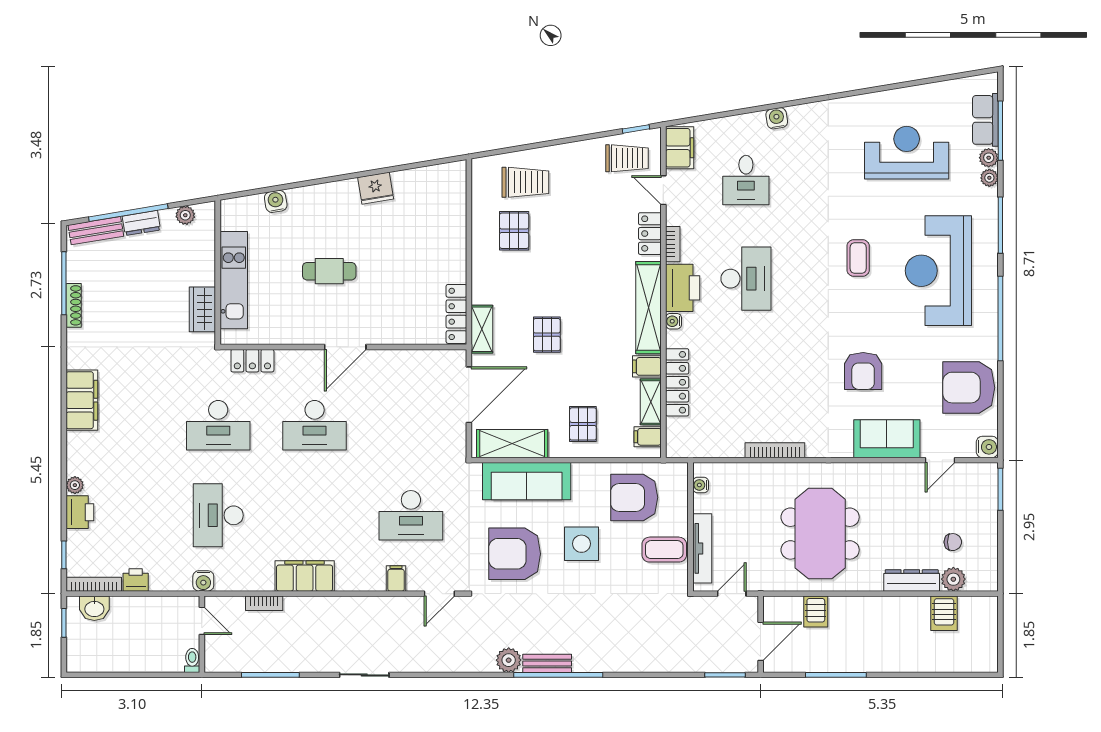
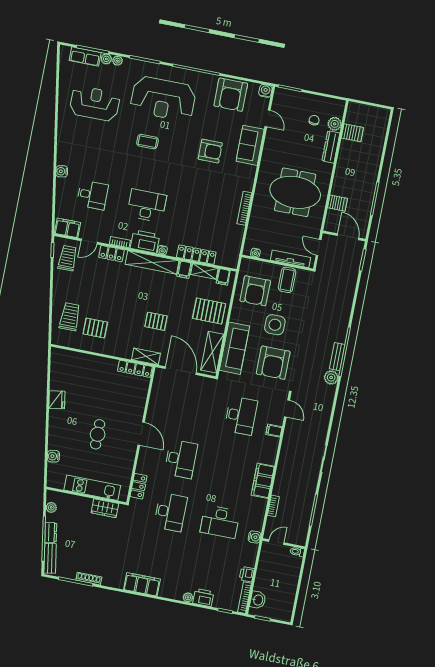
reception desk: (907, 153) -> (95, 103), turned 90
pallet: (583, 424) -> (209, 311), width x1.50, depth x1.42

